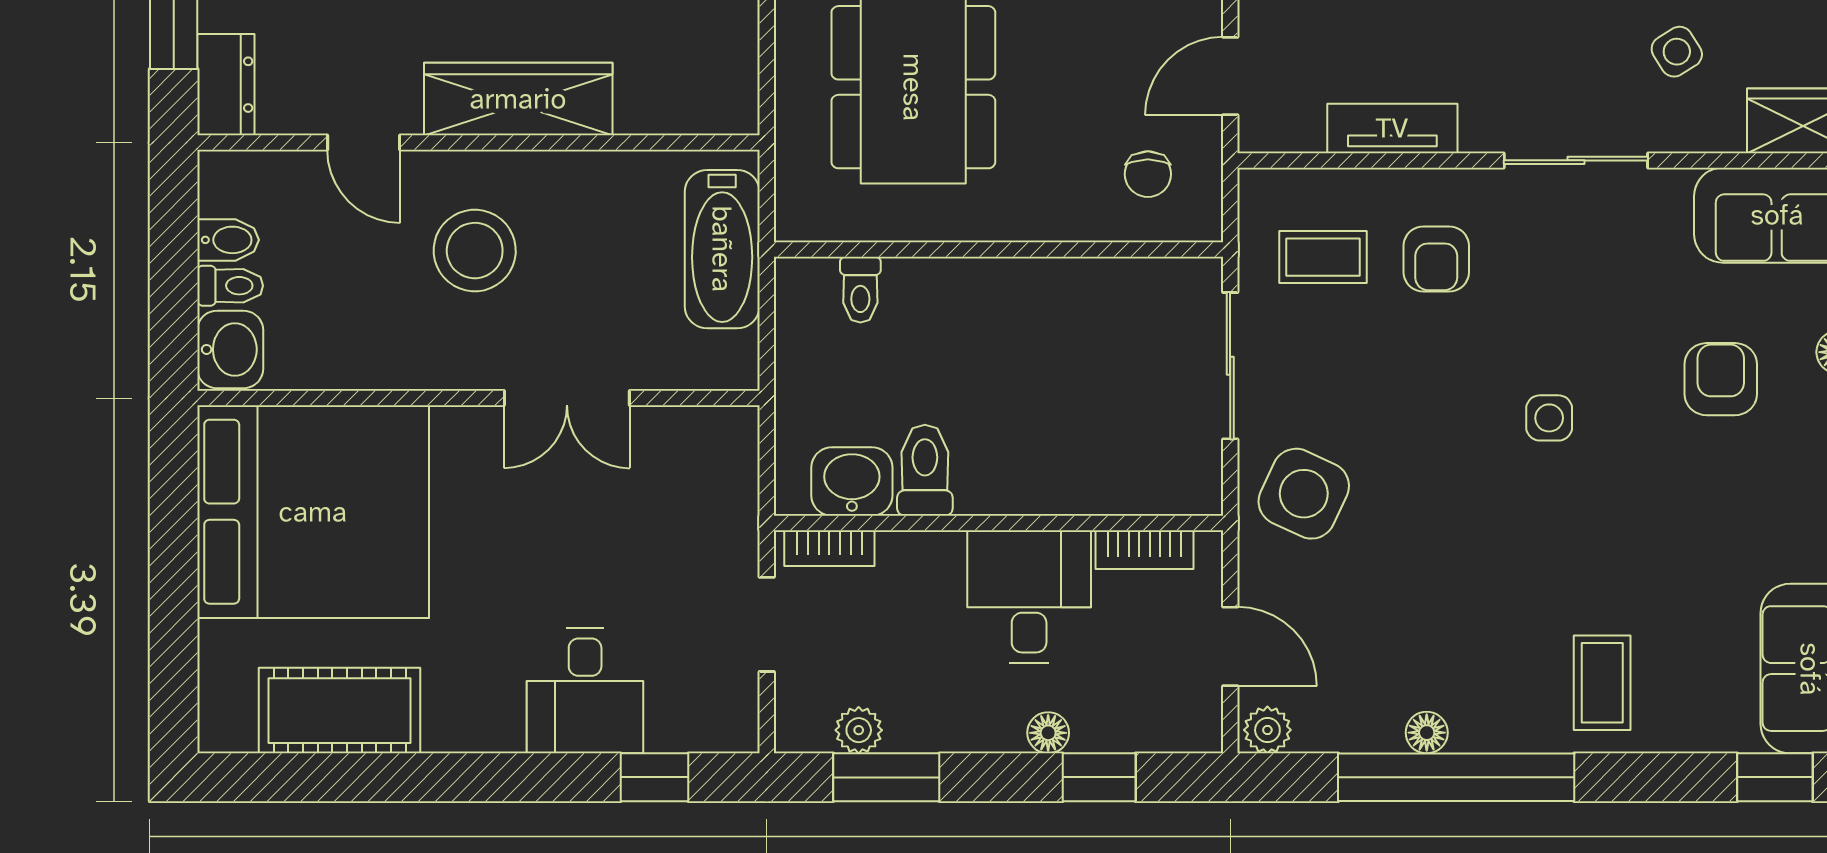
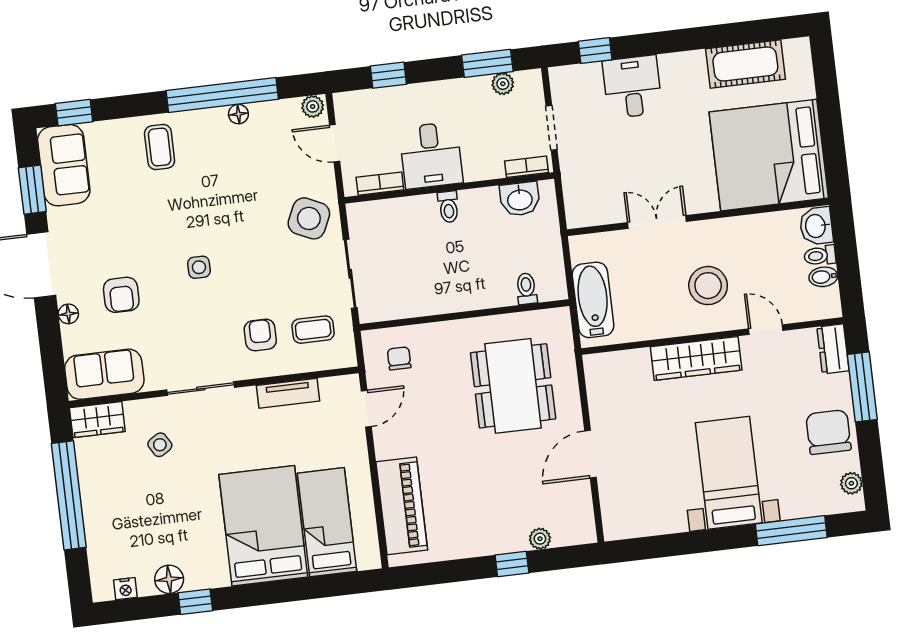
toilet: (925, 470) -> (448, 207), moved, width x0.73, depth x0.72
floor lamp: (1048, 733) -> (415, 93), removed

